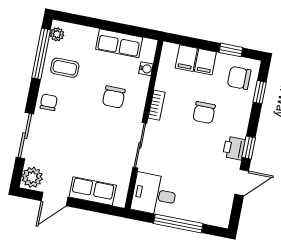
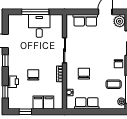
chair: (239, 78) -> (18, 97), removed
printer: (234, 148) -> (13, 82), moved
desk: (154, 194) -> (39, 26), moved, turned -90

